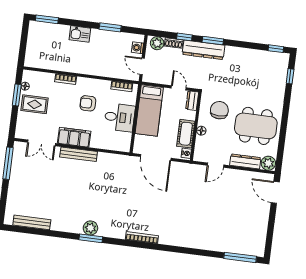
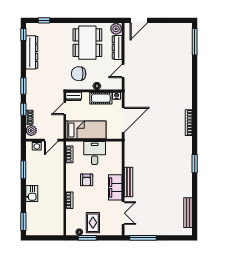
dresser: (203, 50) -> (32, 52), moved
door: (216, 165) -> (123, 71), swing flipped
plant: (90, 228) -> (186, 165), removed

